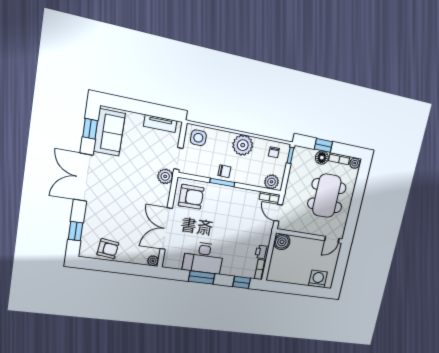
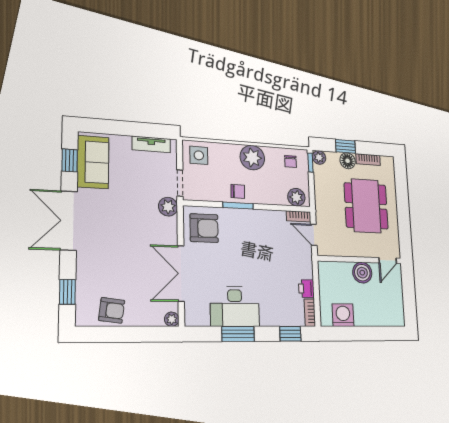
plant: (355, 163) -> (319, 157), moved
boiler: (282, 242) -> (362, 273), moved
washing machine: (318, 279) -> (343, 315), moved

